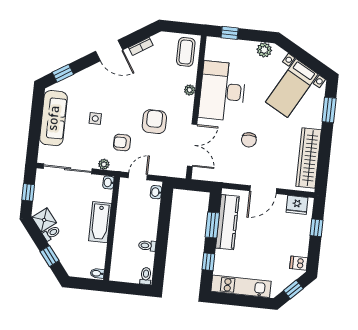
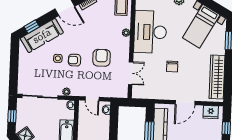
sofa: (53, 118) -> (42, 36), moved, turned 58
armchair: (122, 143) -> (74, 60), moved
double door: (192, 145) -> (131, 73), width x0.73
door: (138, 176) -> (92, 99), swing flipped

